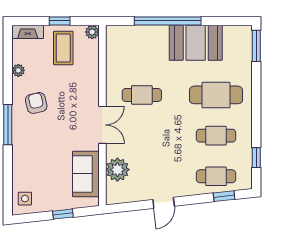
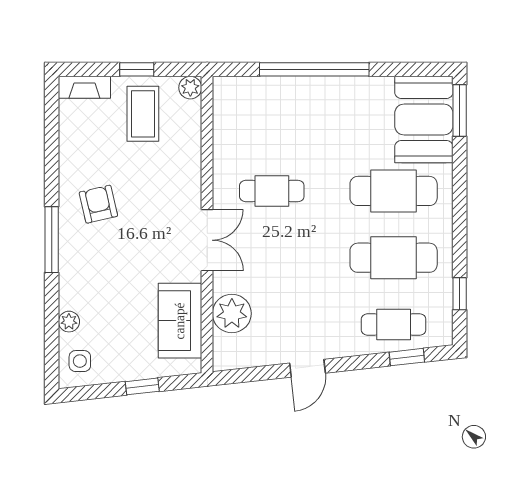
booth: (196, 43) -> (424, 119), moved, turned 90
plant: (18, 70) -> (69, 322), moved
cafe table: (216, 136) -> (394, 258), width x1.37, depth x1.35

